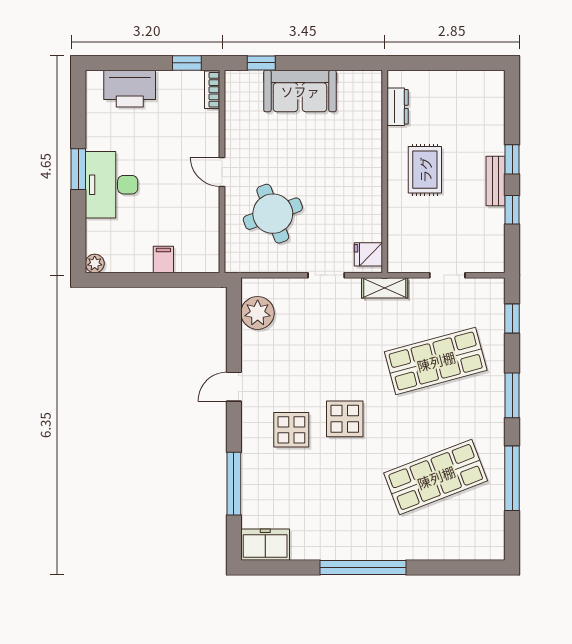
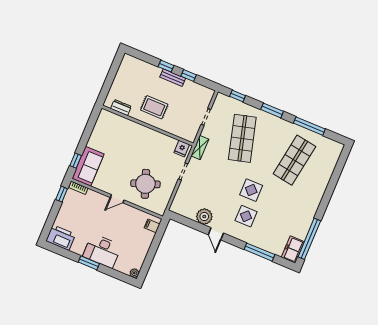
printer: (130, 89) -> (61, 238), moved, turned -90
sofa: (300, 91) -> (88, 166), moved
filing cabinet: (163, 259) -> (152, 226), moved
plant: (258, 313) -> (204, 216), moved
shop shelf: (436, 477) -> (294, 160), turned 30
window: (363, 568) -> (309, 239), moved

